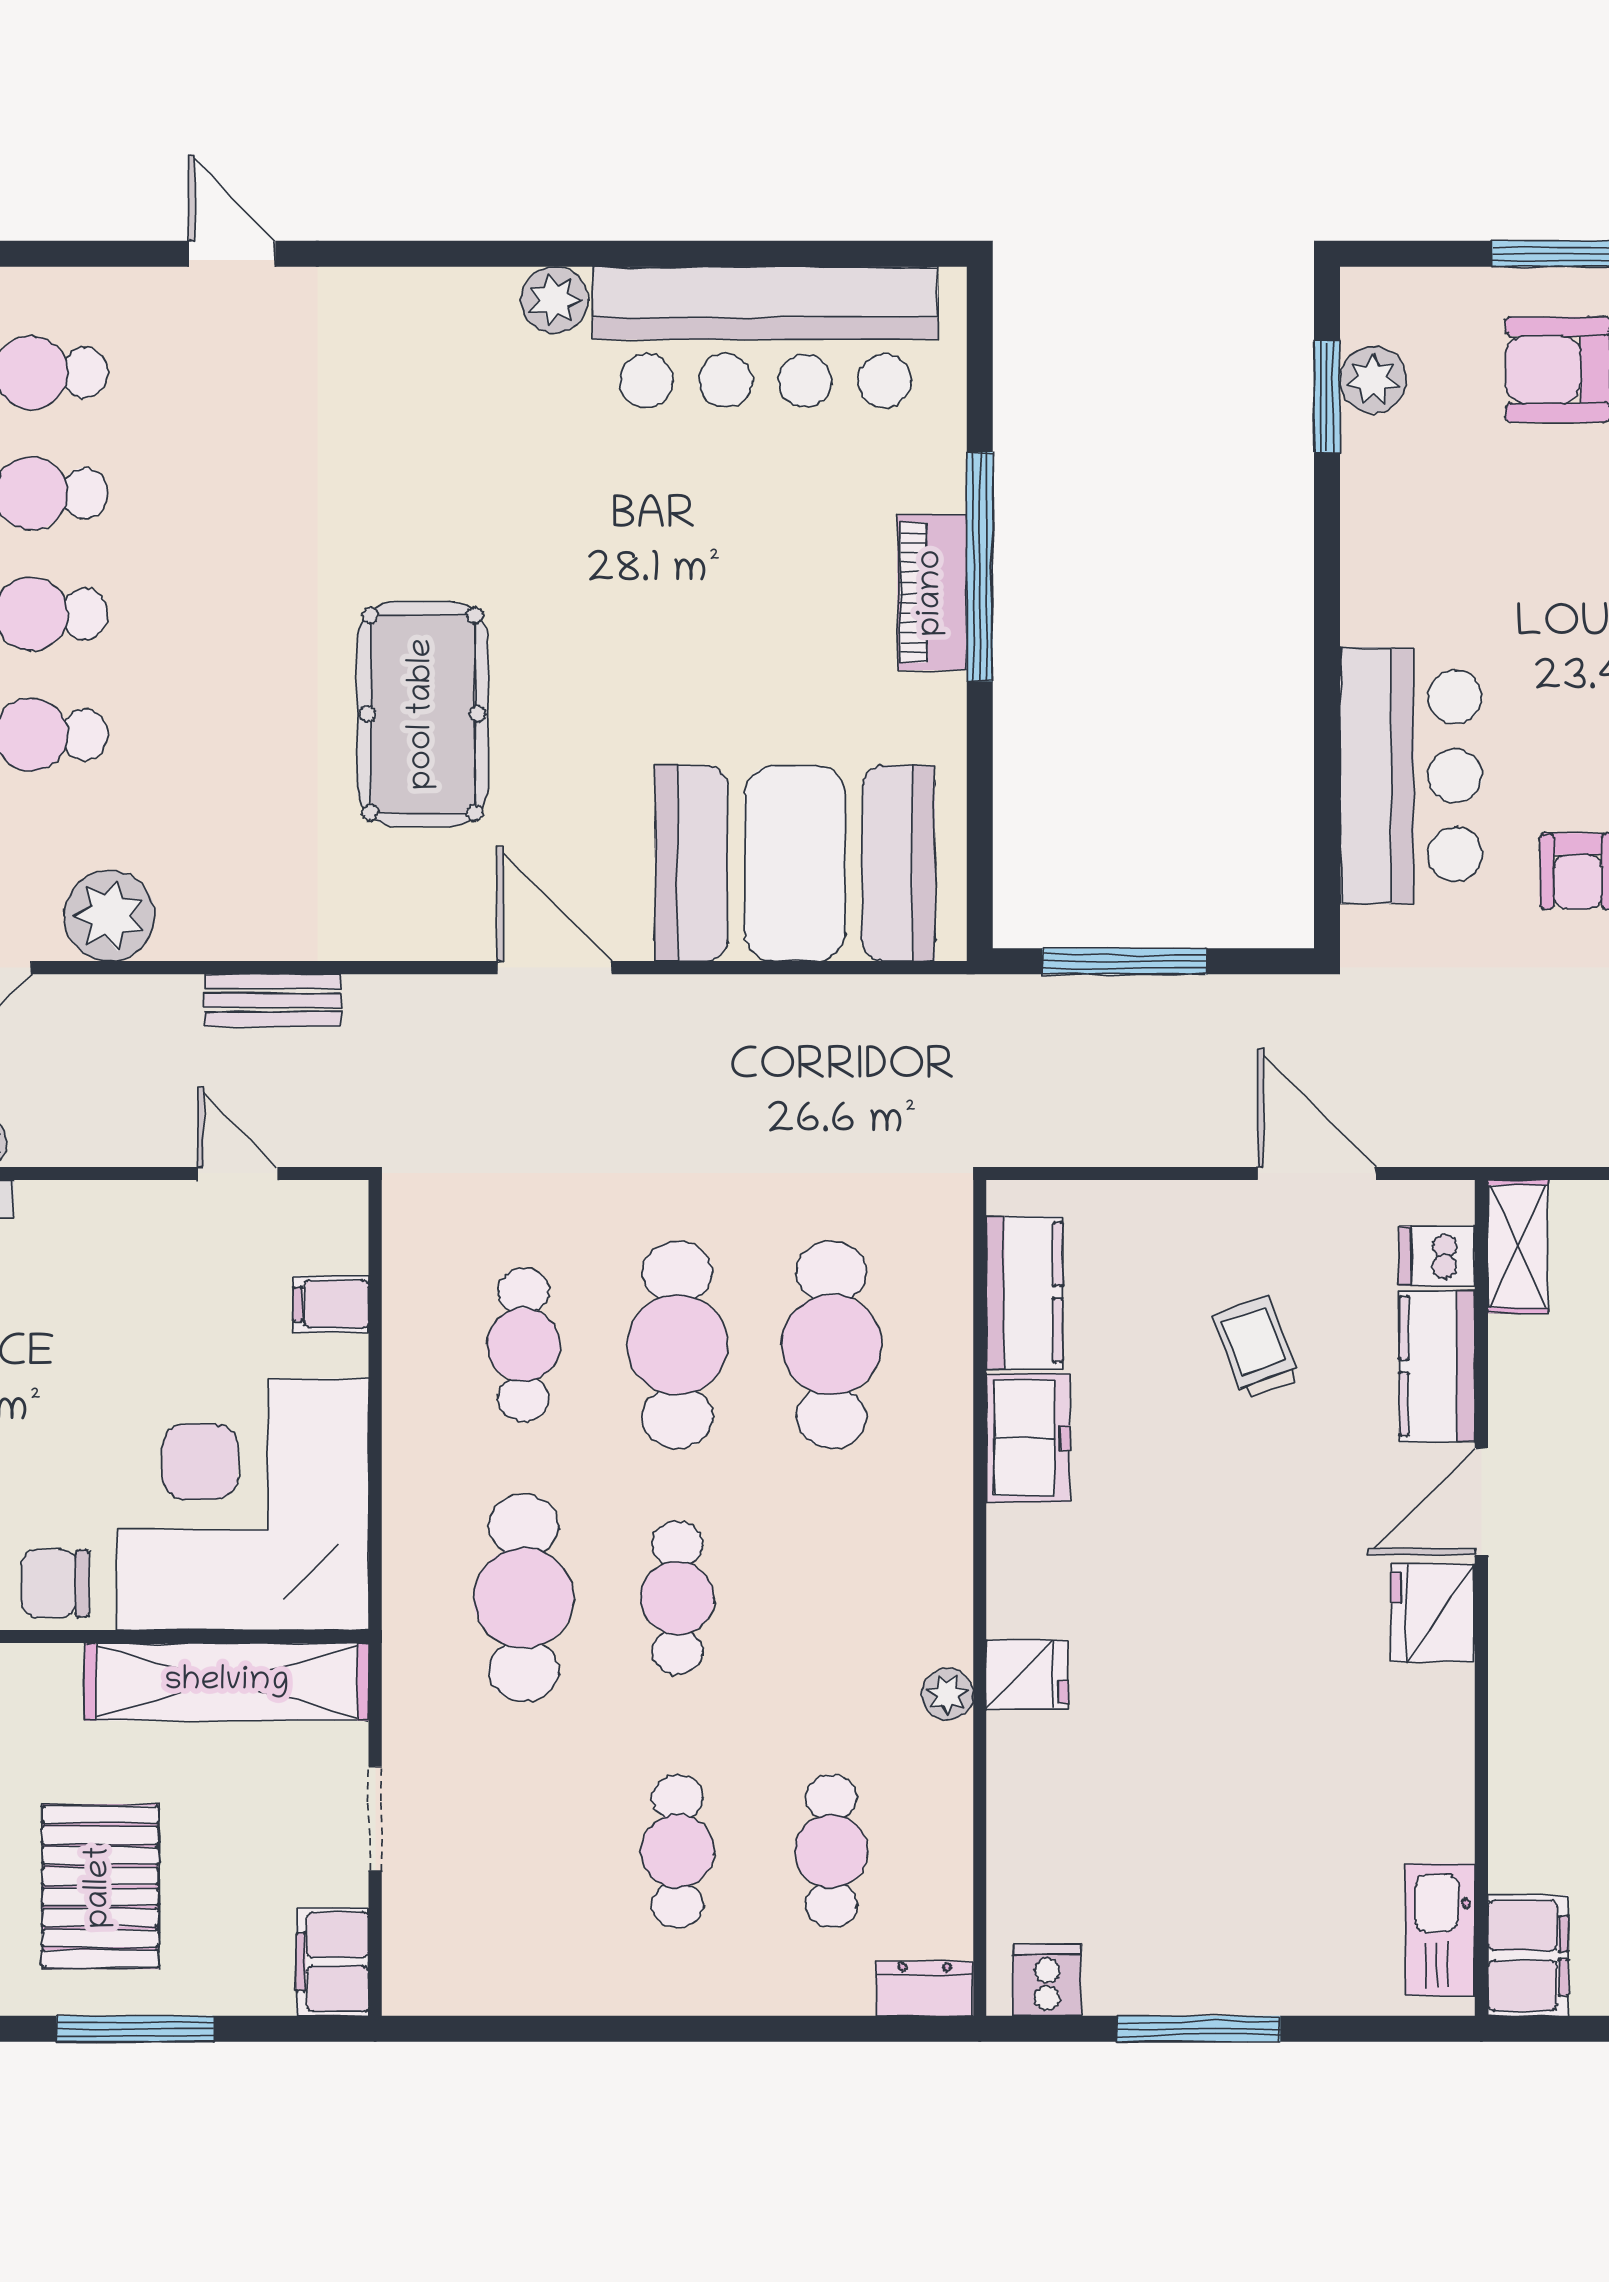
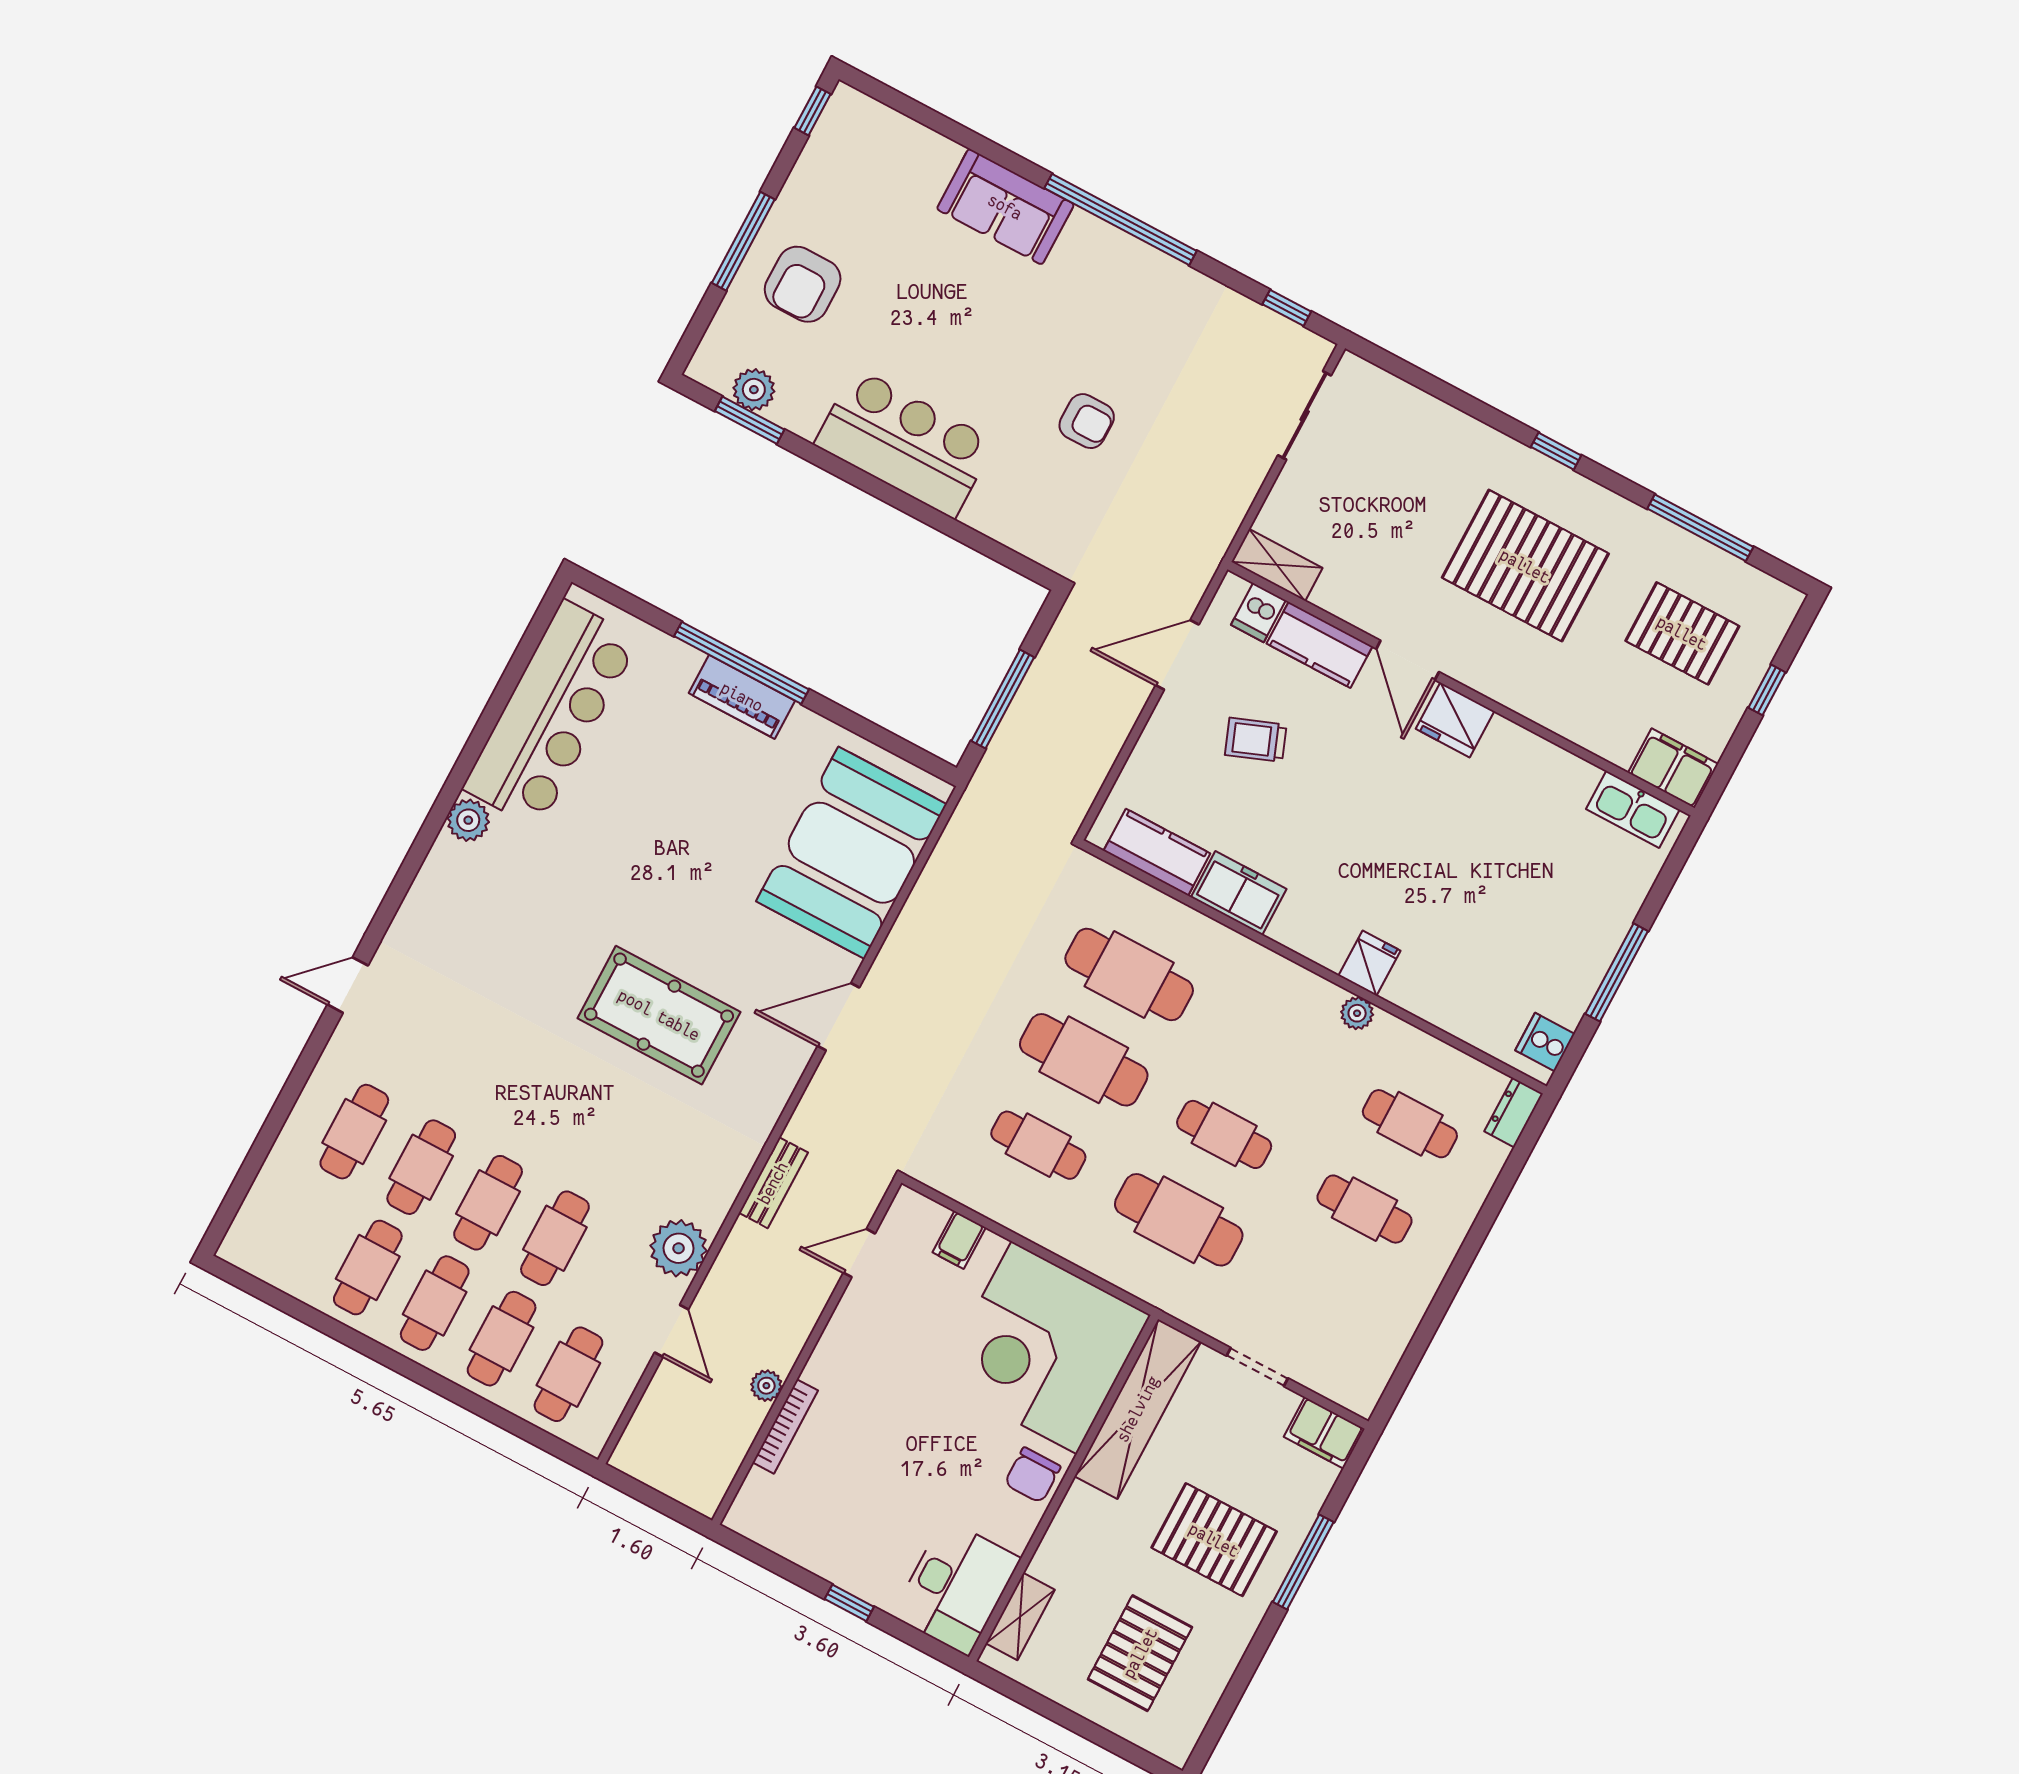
bar counter: (1411, 776) -> (905, 443), moved

